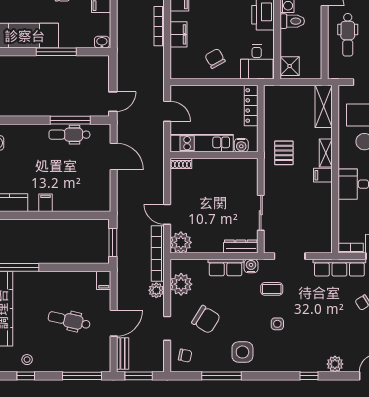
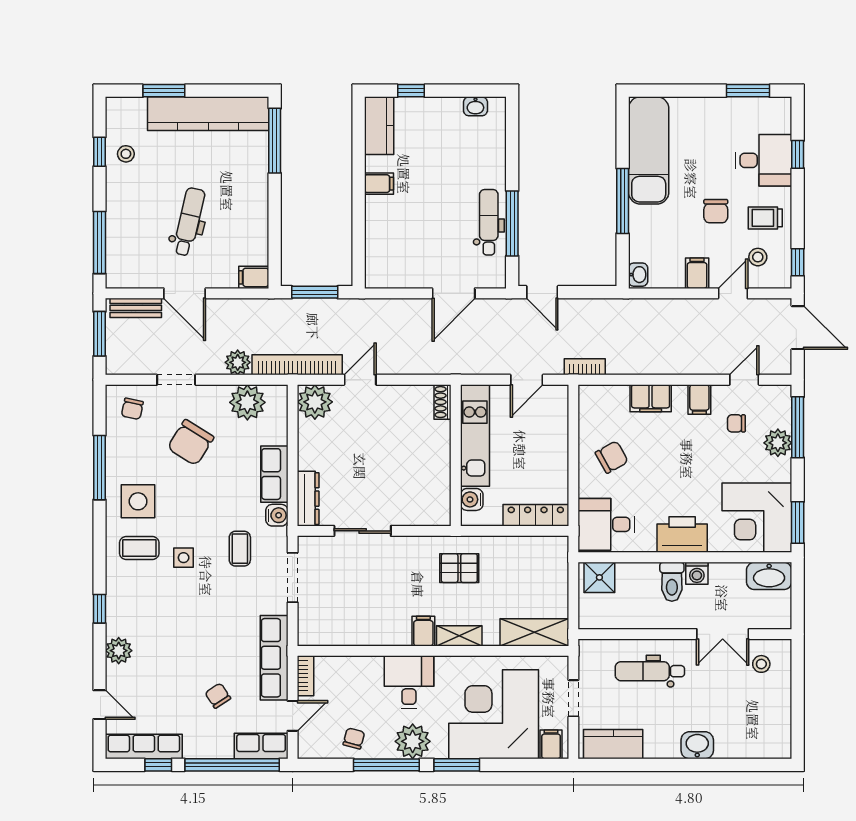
bookcase: (159, 26) -> (585, 367), moved, width x0.64
coffee table: (271, 351) -> (139, 548), added

